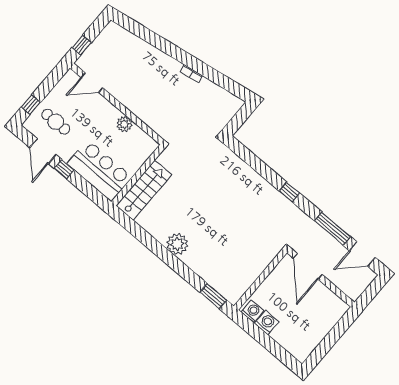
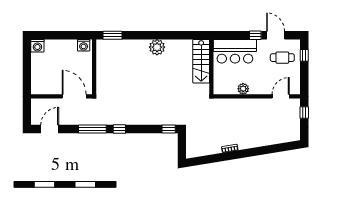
window: (238, 148) -> (169, 129), added
window: (332, 229) -> (92, 129), moved
washing machine: (267, 323) -> (37, 46), moved

